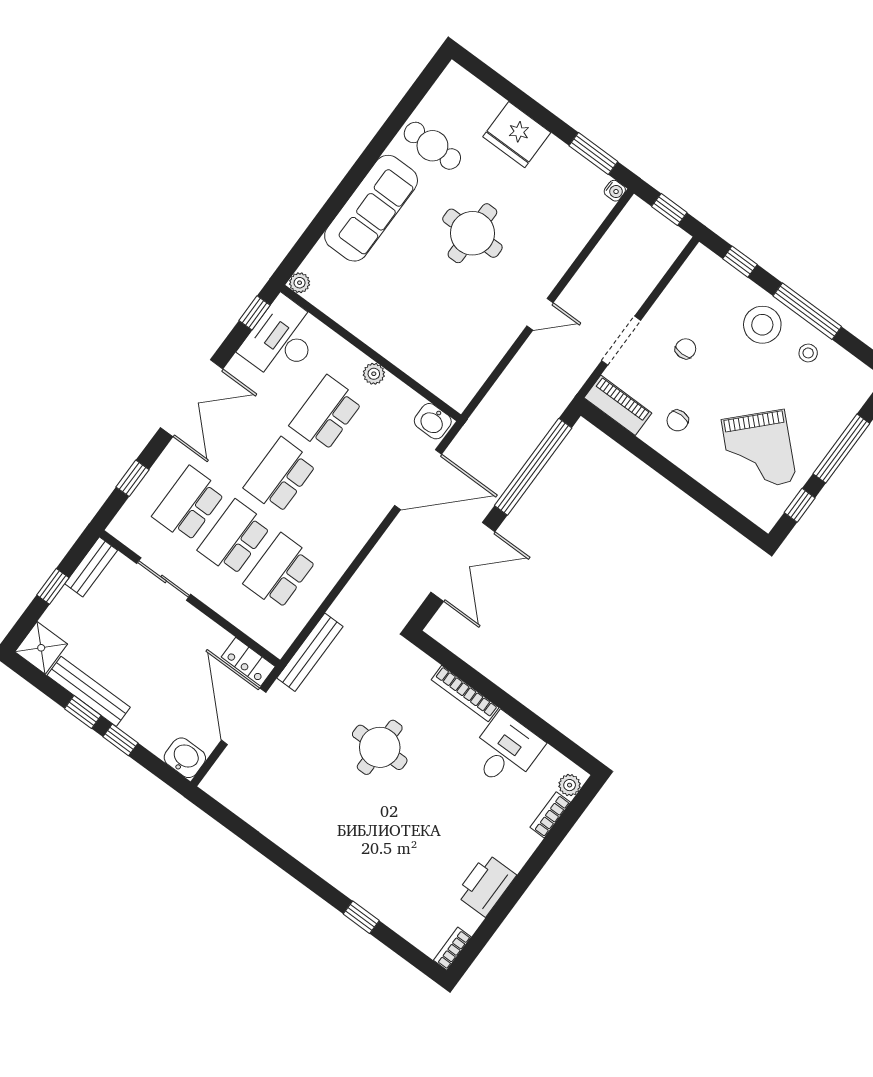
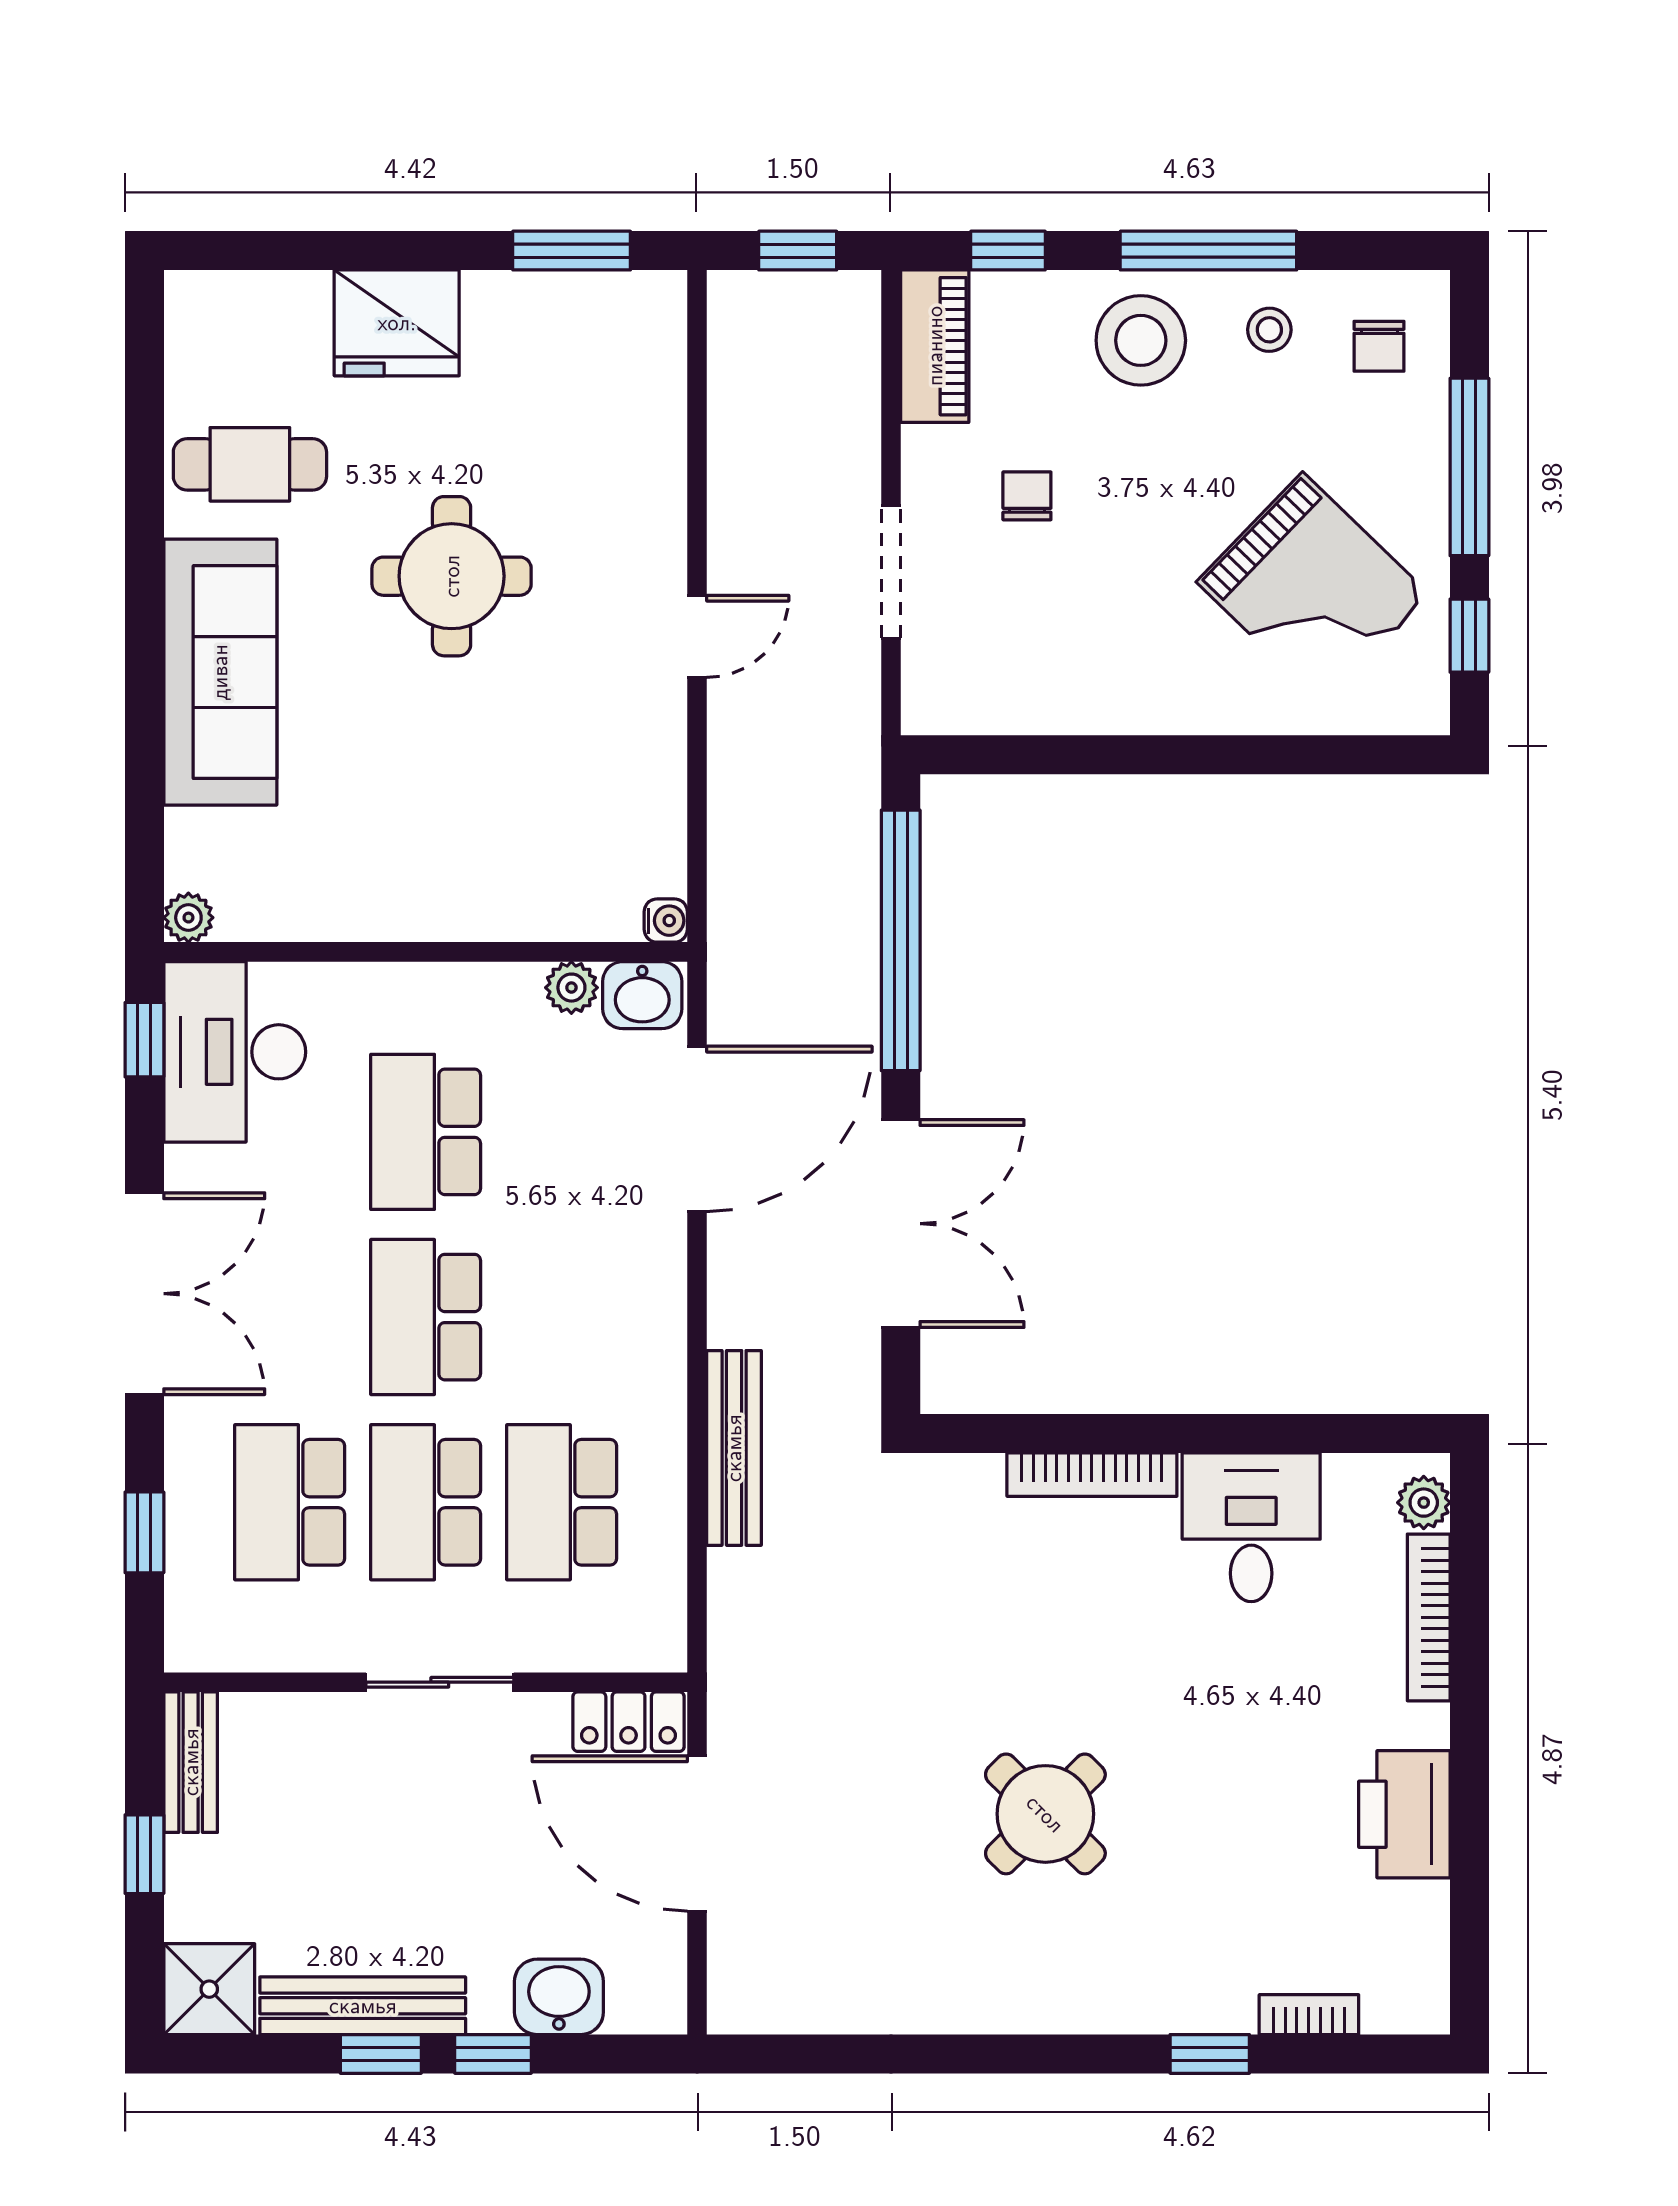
water cooler: (615, 191) -> (666, 921), moved
plant: (374, 374) -> (571, 988), moved
piano: (618, 405) -> (935, 346), moved, turned 90
chair: (678, 421) -> (1379, 346), moved
sliding door: (164, 579) -> (440, 1682), moved
bench: (310, 652) -> (734, 1448), moved
round table: (380, 747) -> (1045, 1814), moved, turned 45
washbasin: (185, 758) -> (559, 1997), moved
bookcase: (550, 815) -> (1429, 1617), width x1.56
bookcase: (452, 949) -> (1309, 2015), moved, turned 90

